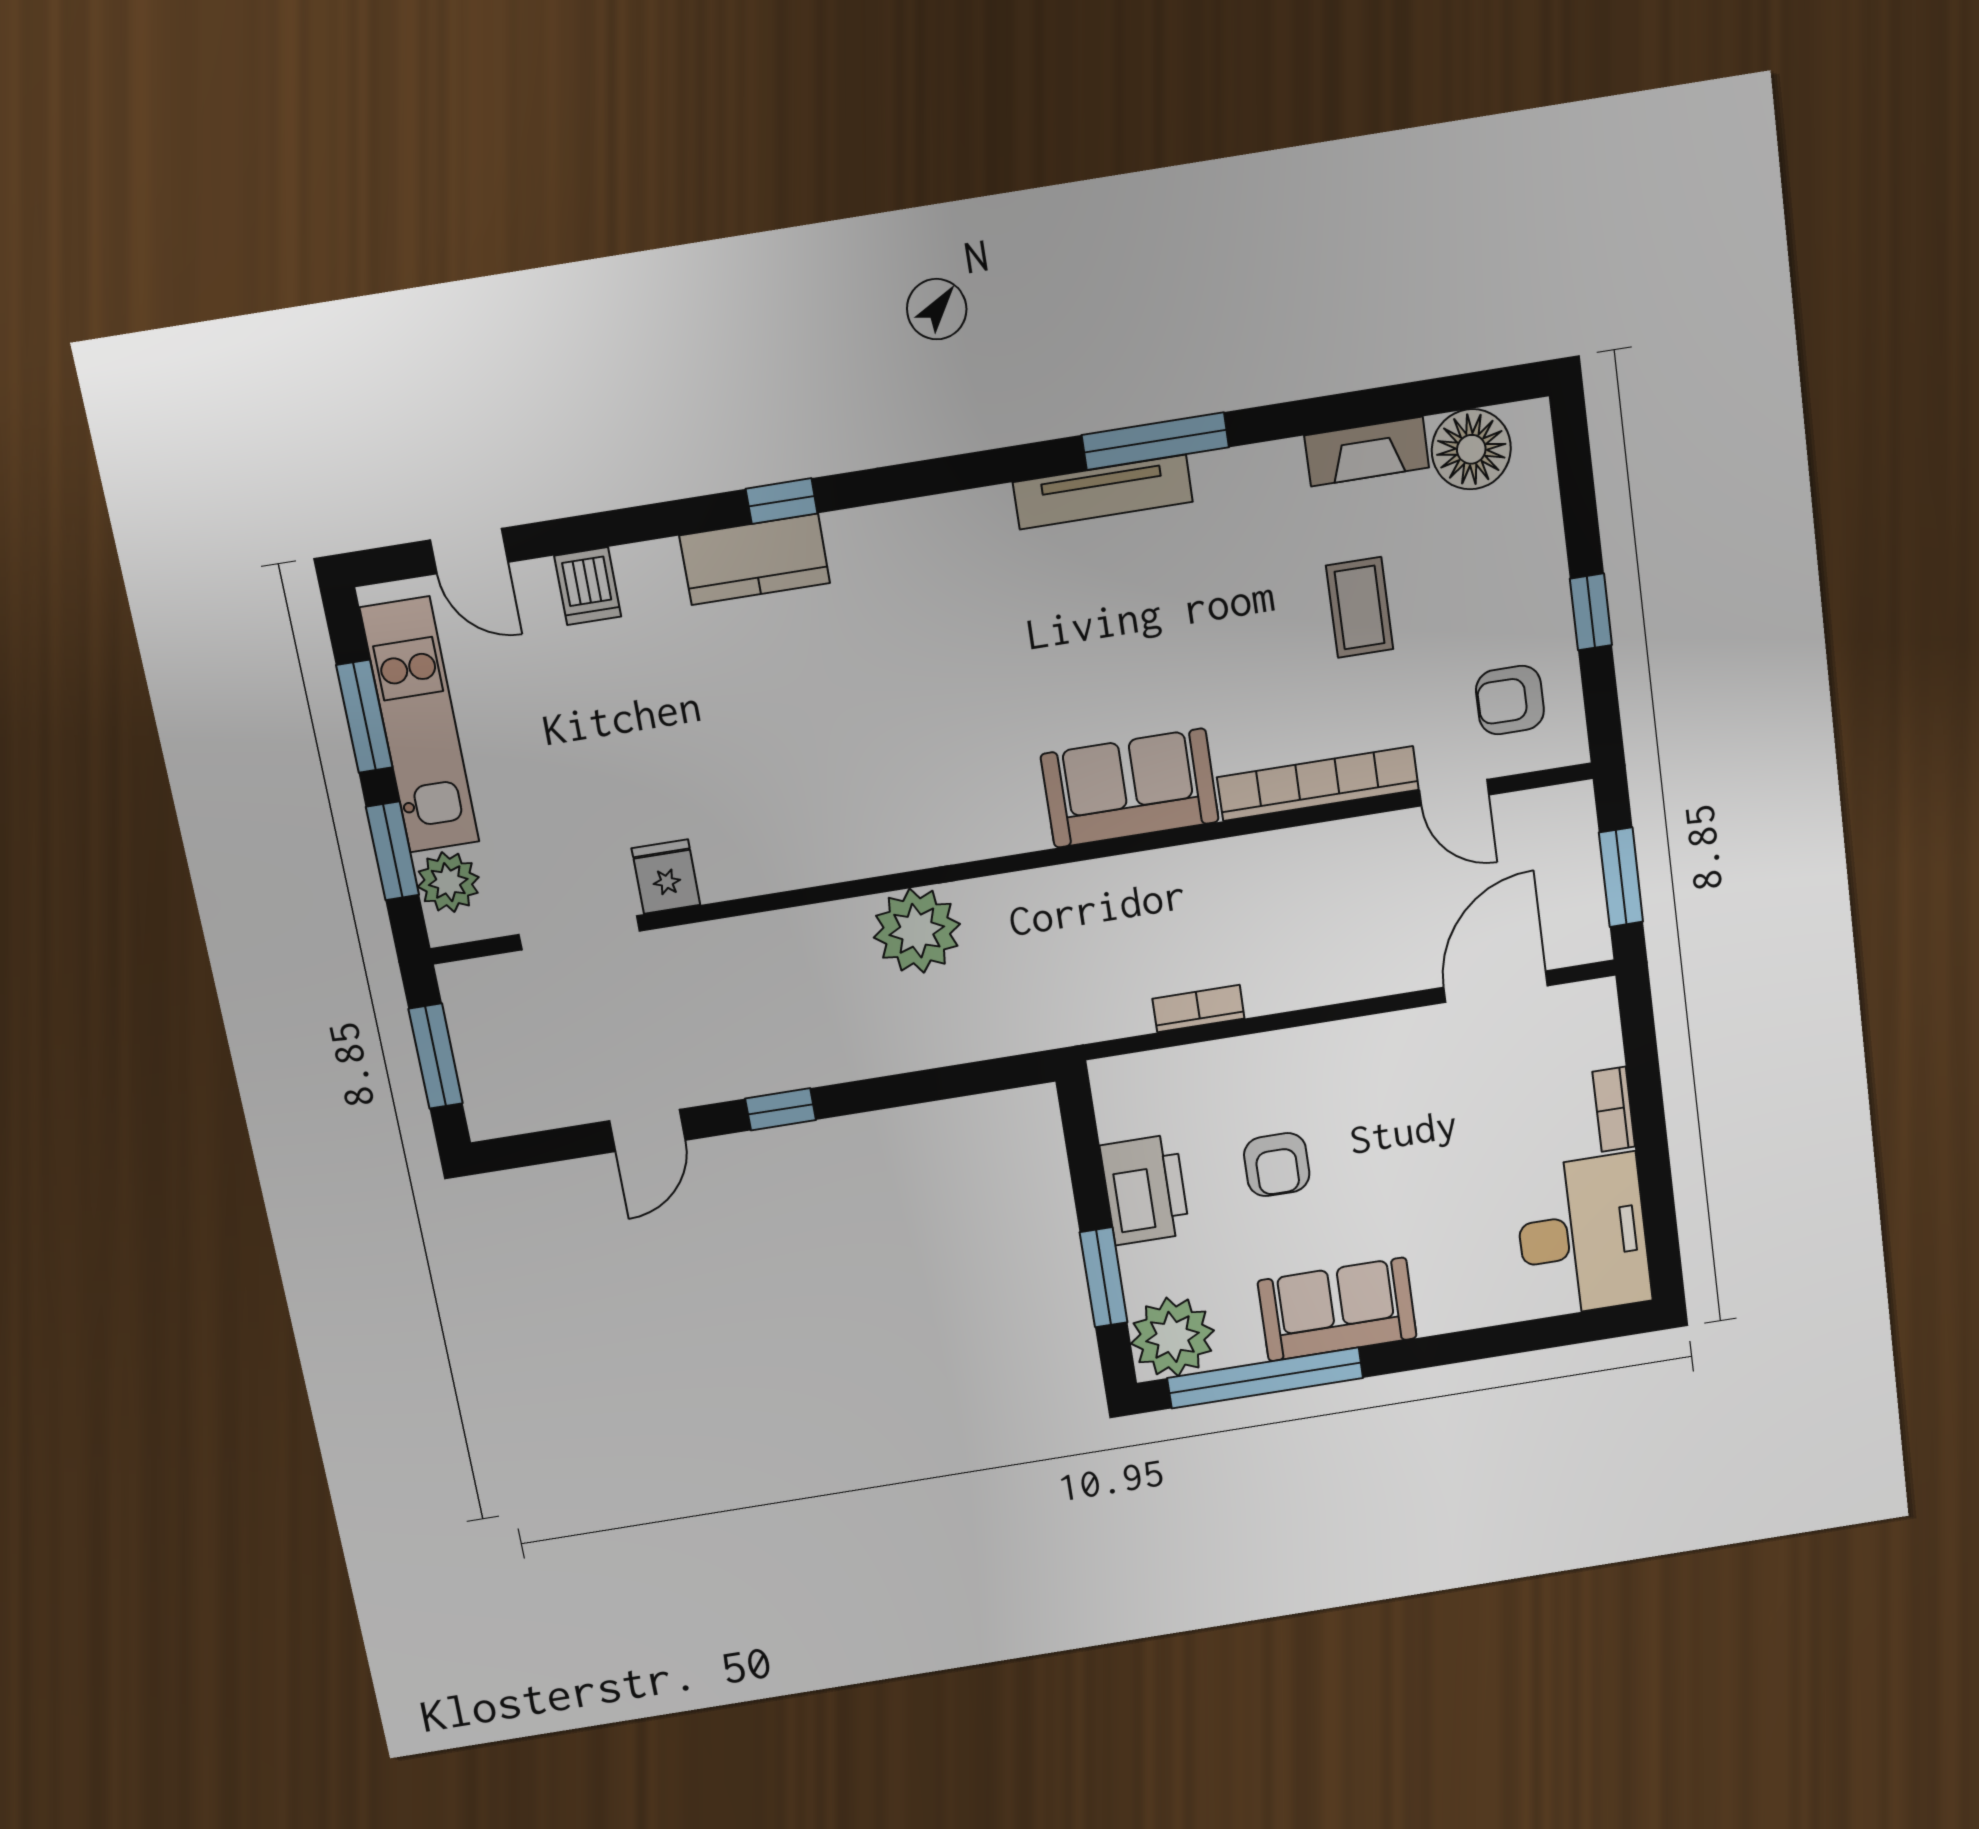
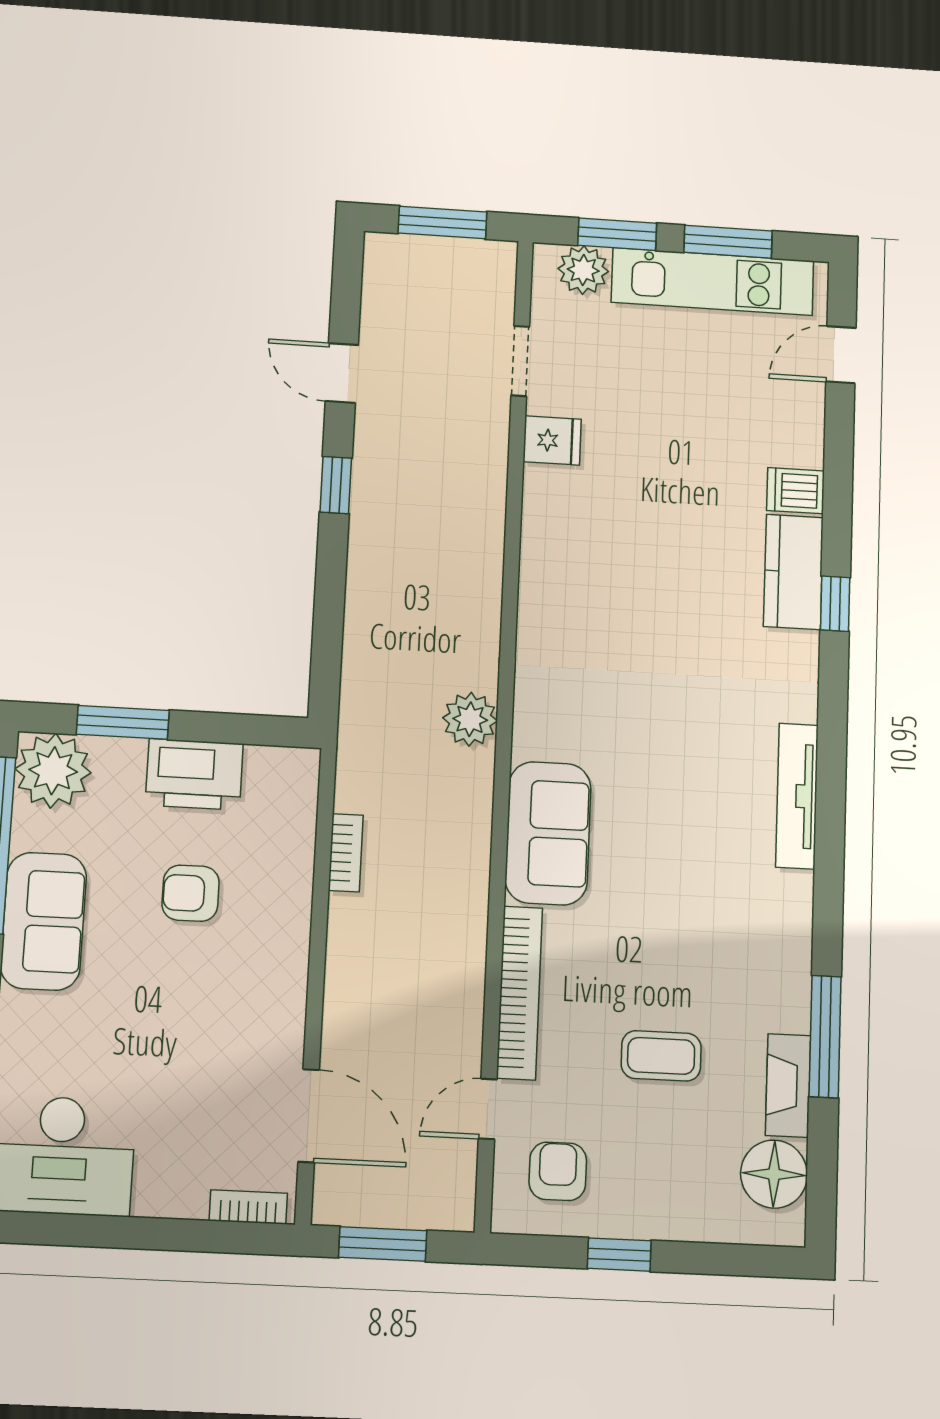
window: (1155, 441) -> (825, 1037), moved
tv unit: (1103, 492) -> (797, 796), moved
dishwasher: (588, 586) -> (795, 491), moved
plant: (917, 931) -> (470, 719), moved, width x0.73, depth x0.73
doorway: (579, 933) -> (520, 361), width x0.73
bookcase: (1614, 1109) -> (248, 1207), moved

